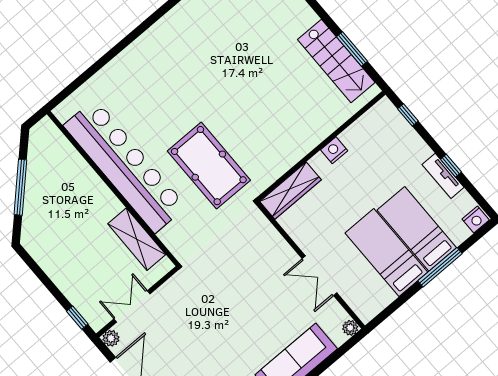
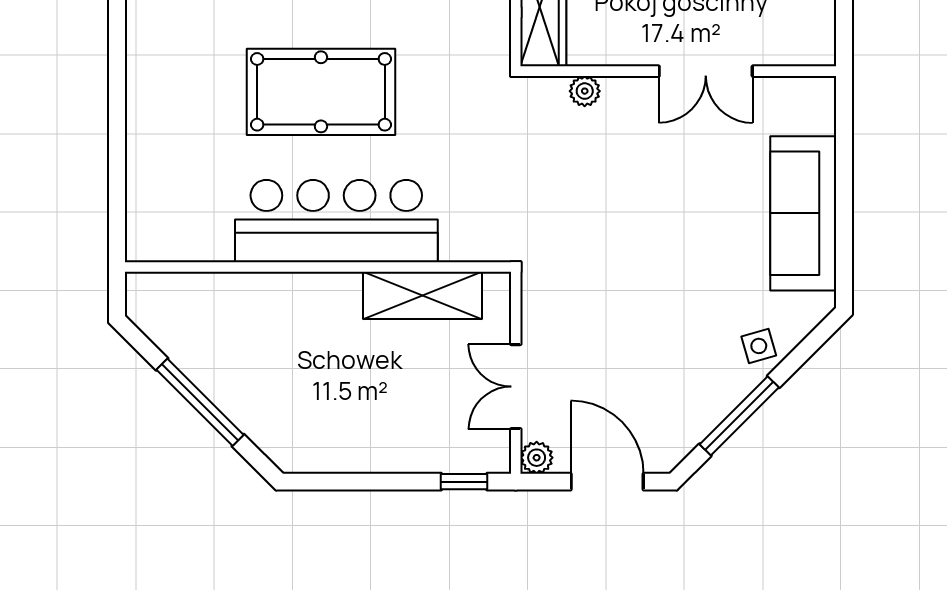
bar counter: (125, 166) -> (336, 221), width x0.73
pool table: (209, 166) -> (321, 92), moved
plant: (350, 328) -> (585, 91), moved

